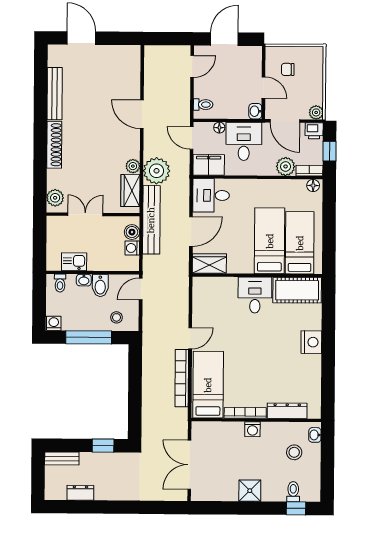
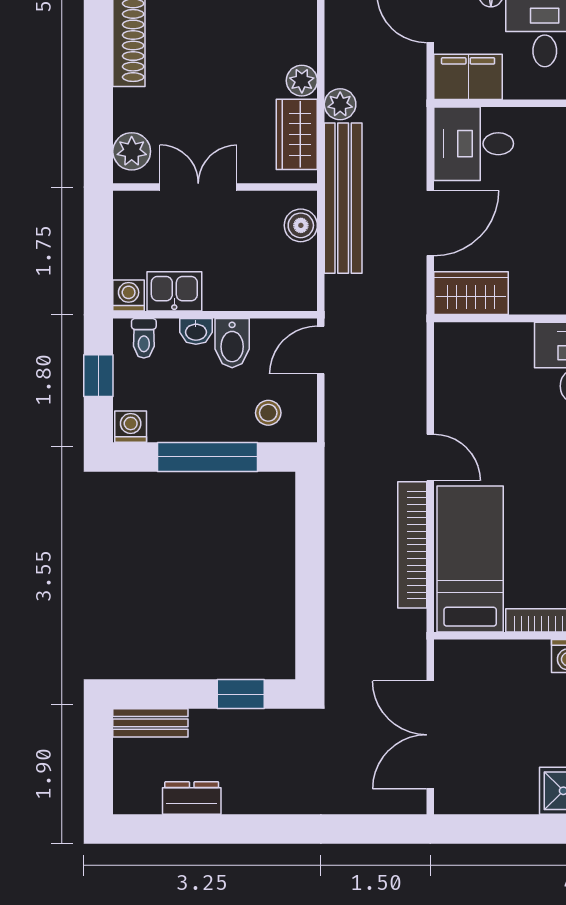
plant: (157, 171) -> (340, 104), width x0.53, depth x0.53
washing machine: (132, 248) -> (129, 295), moved, turned 90
window: (39, 300) -> (98, 376), added
door: (190, 338) -> (430, 457), hinge flipped

